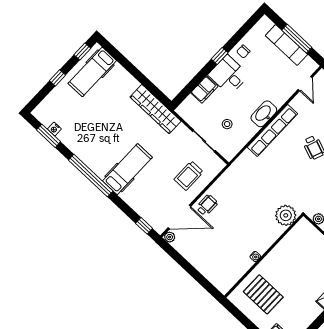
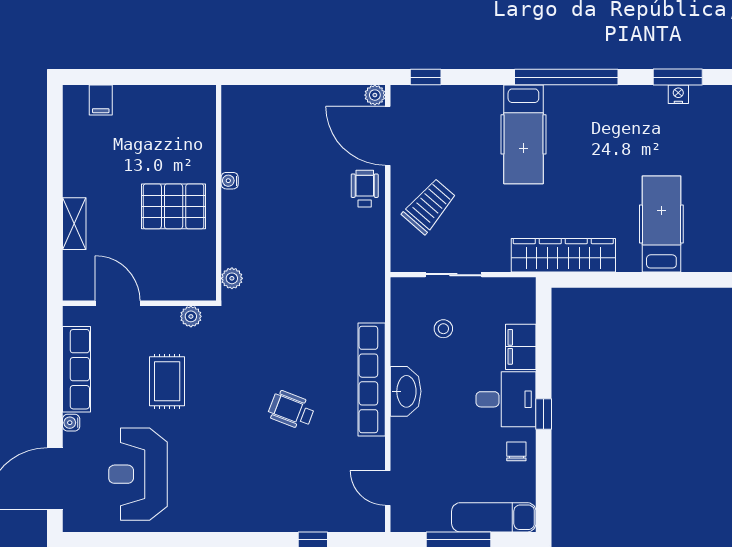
exam couch: (286, 45) -> (494, 517), moved
hospital bed: (92, 72) -> (661, 224), moved
trolley: (189, 176) -> (429, 206), turned 41
wheelchair: (207, 205) -> (365, 189), turned 180
plant: (286, 215) -> (232, 278), width x0.53, depth x0.53
door: (179, 217) -> (388, 136), hinge flipped
pallet: (263, 294) -> (174, 206), moved

